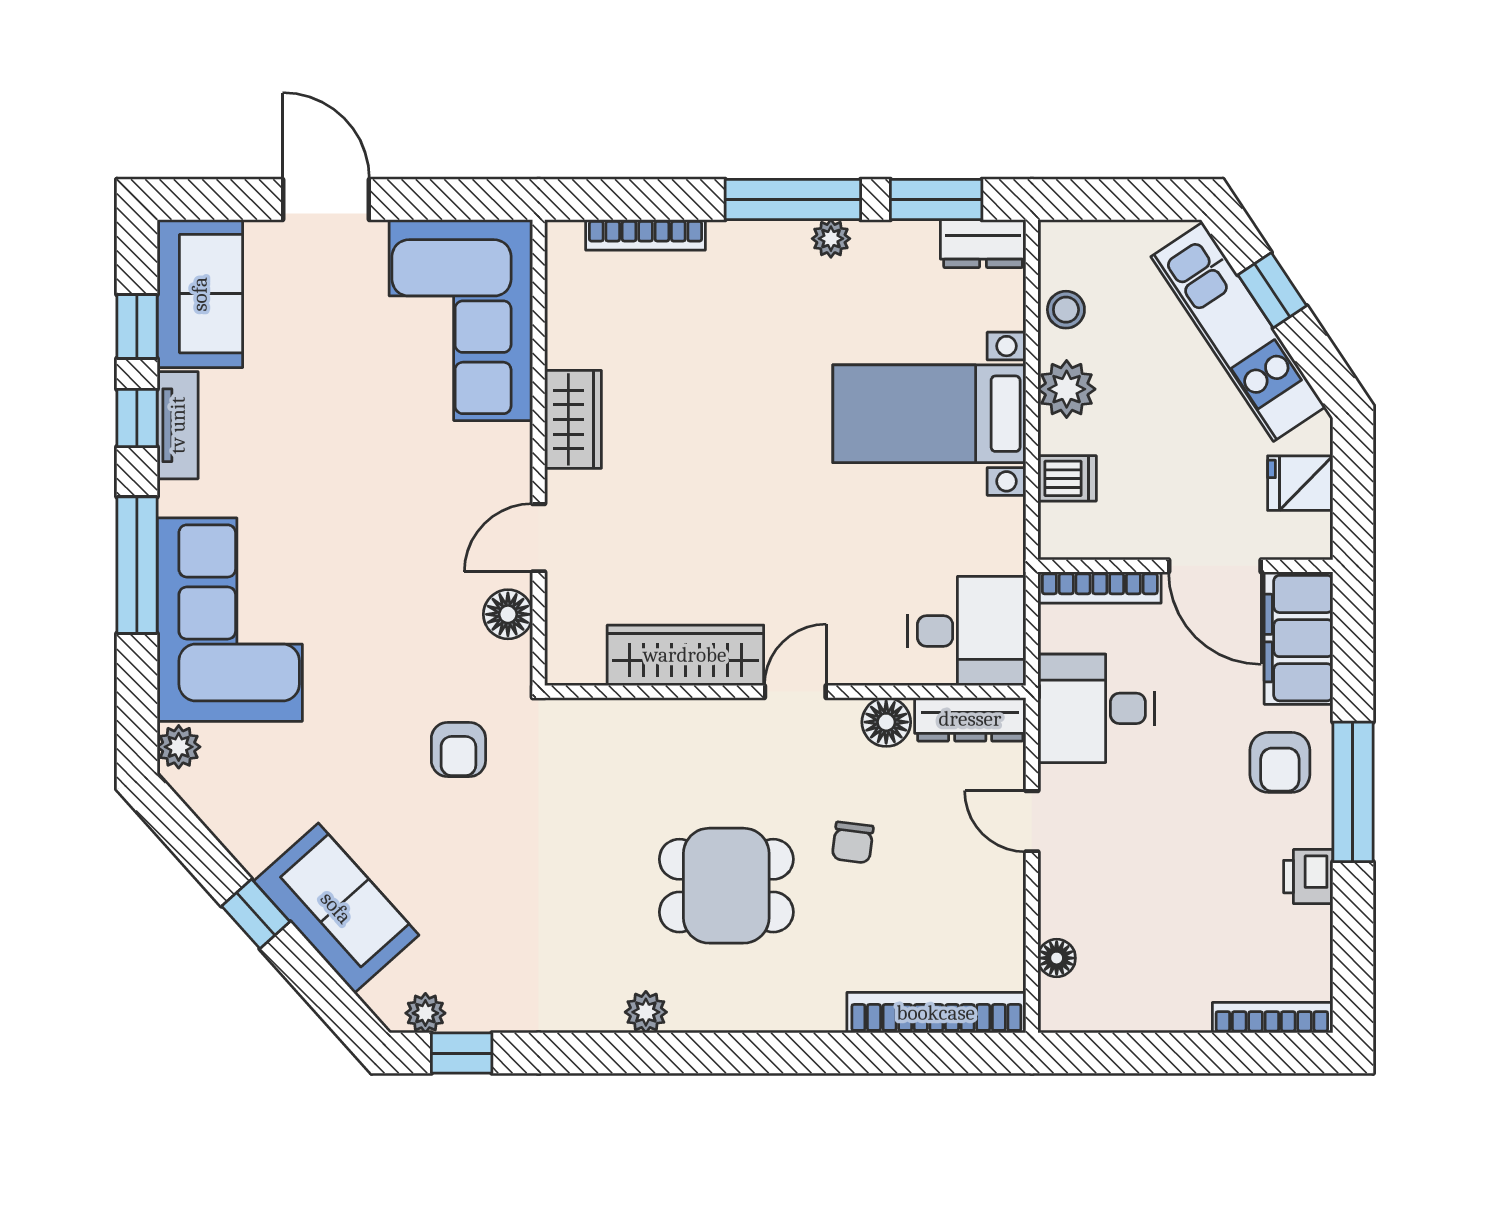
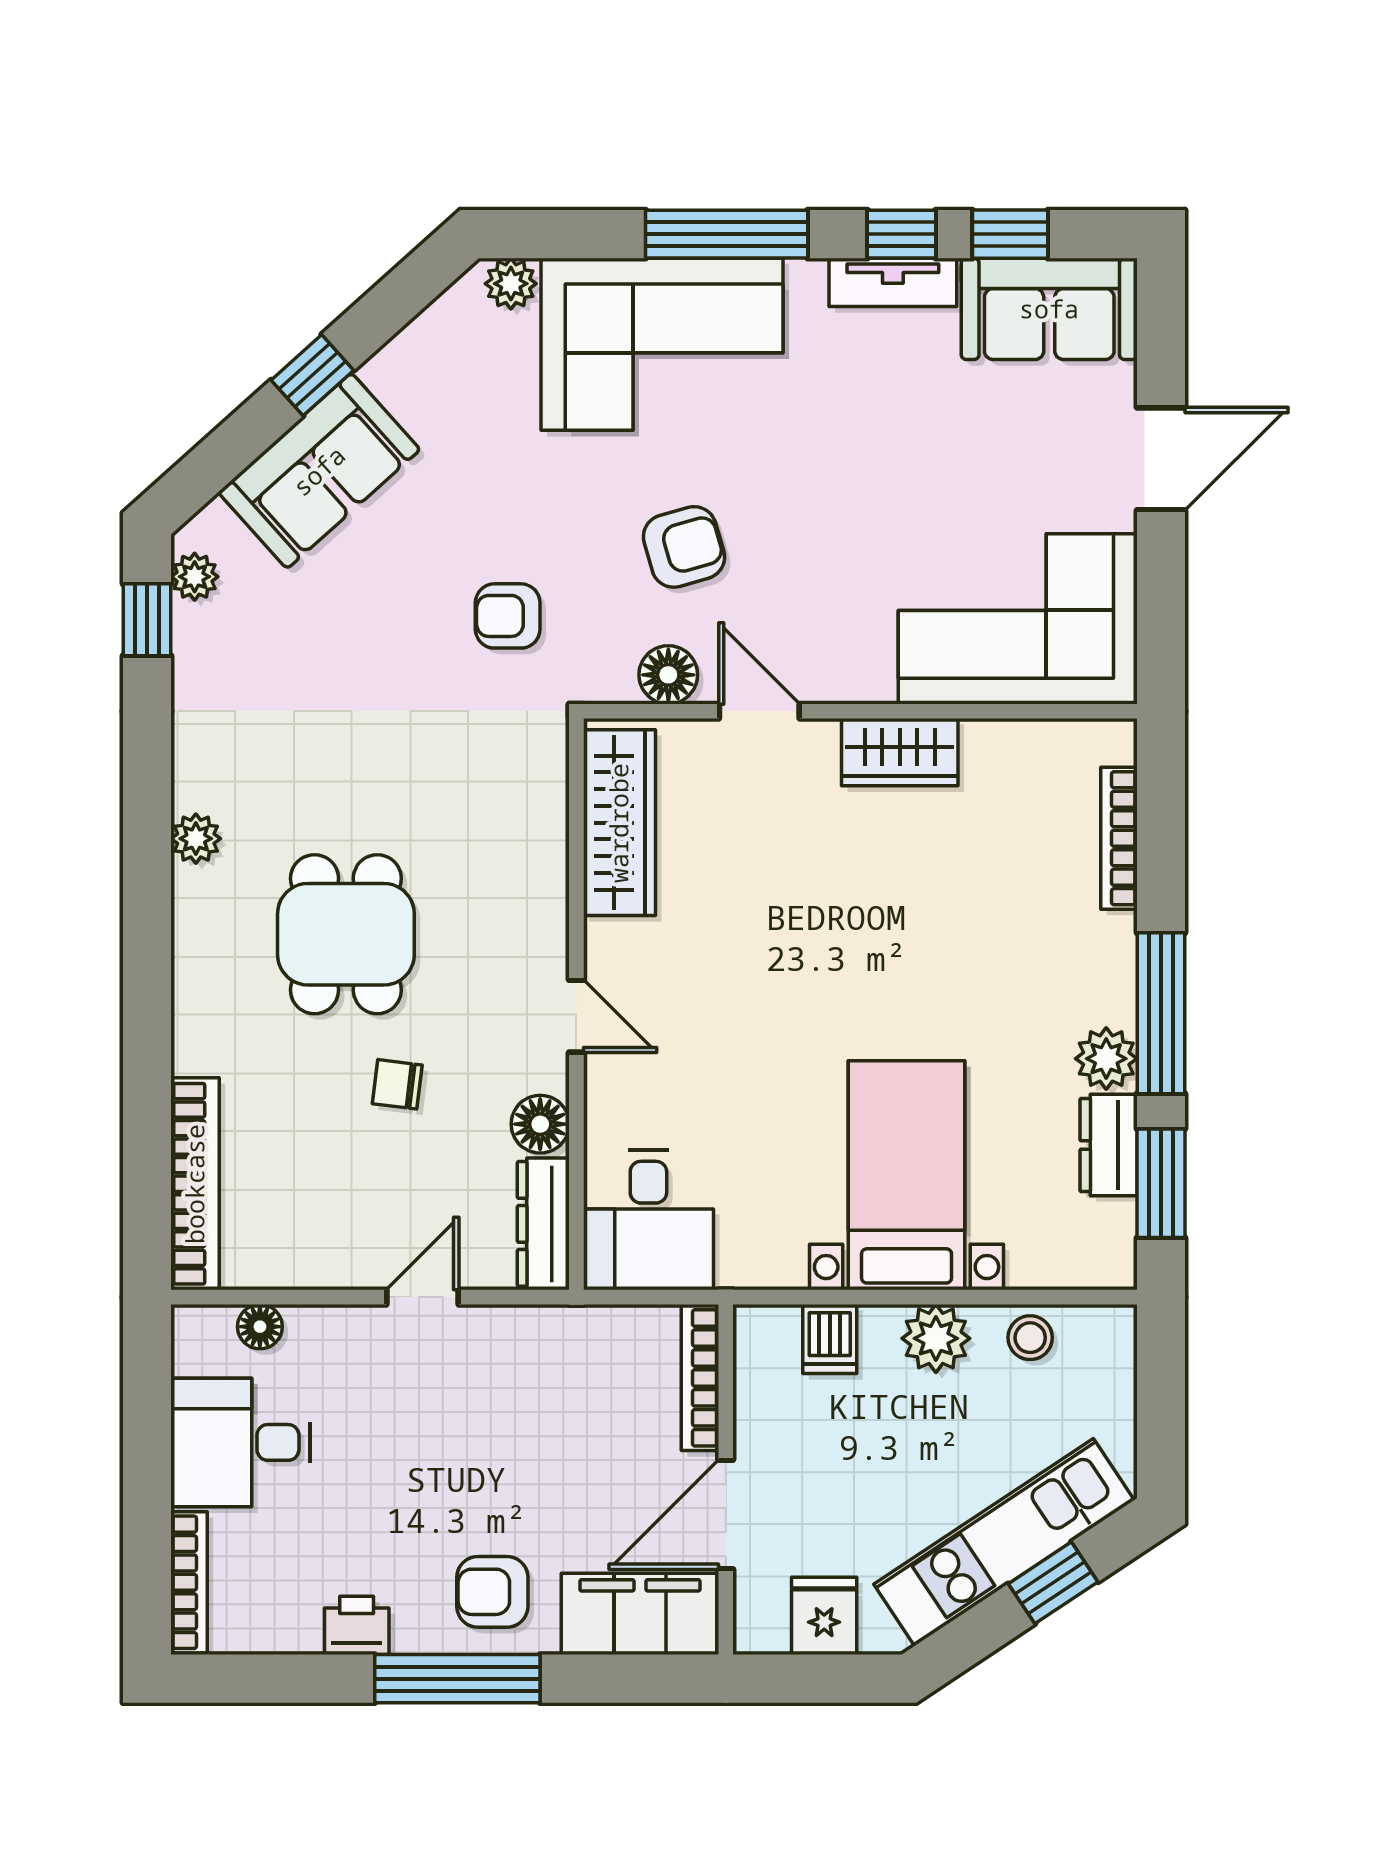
plant: (831, 239) -> (1106, 1059), width x1.38, depth x1.38
dresser: (983, 244) -> (1109, 1145), moved
armchair: (400, 601) -> (684, 547), added
wardrobe: (685, 655) -> (619, 823), moved
desk: (1096, 708) -> (240, 1442), moved, turned -90

